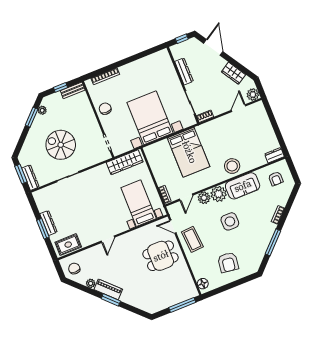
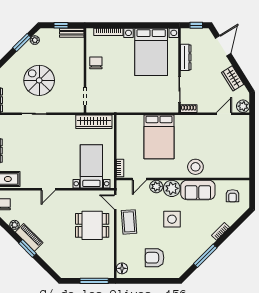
bed with nightstands: (150, 118) -> (151, 52), moved, turned 180
dresser: (274, 155) -> (240, 173), removed
armchair: (228, 262) -> (155, 258), turned 82

